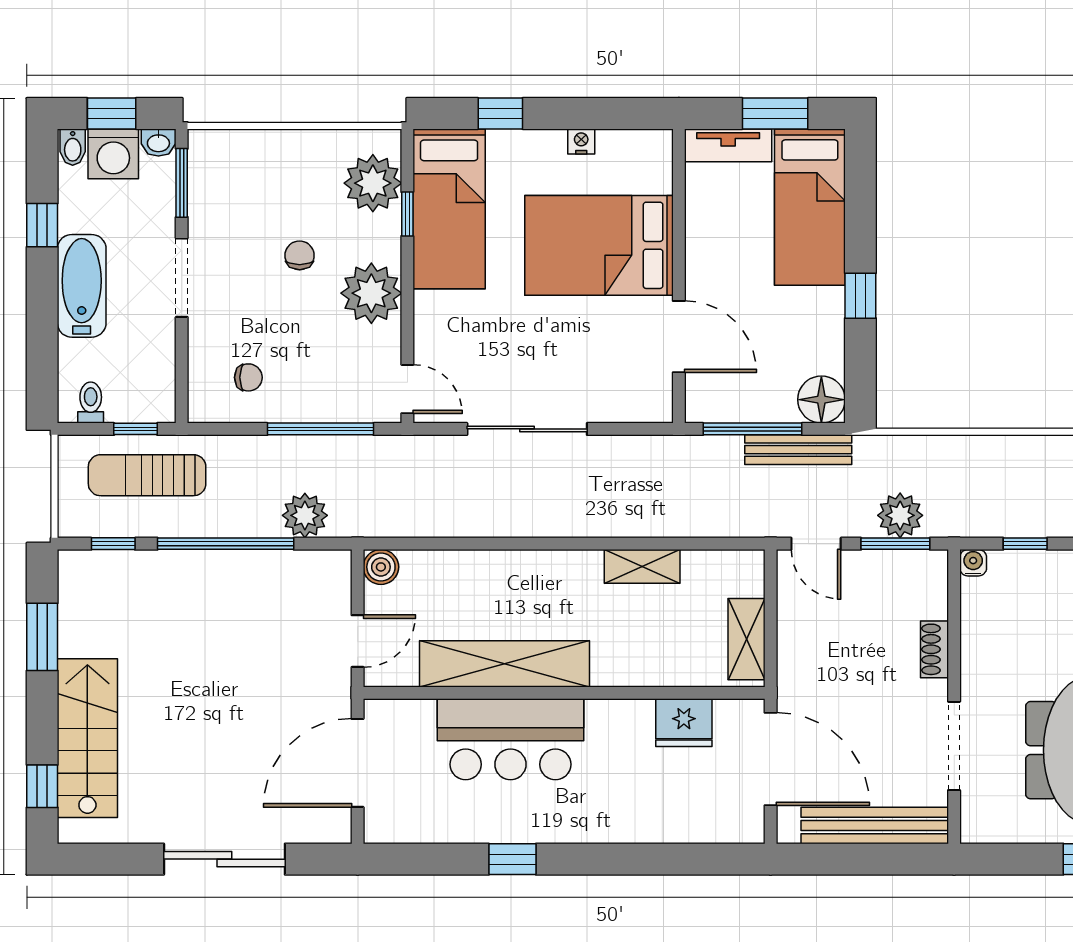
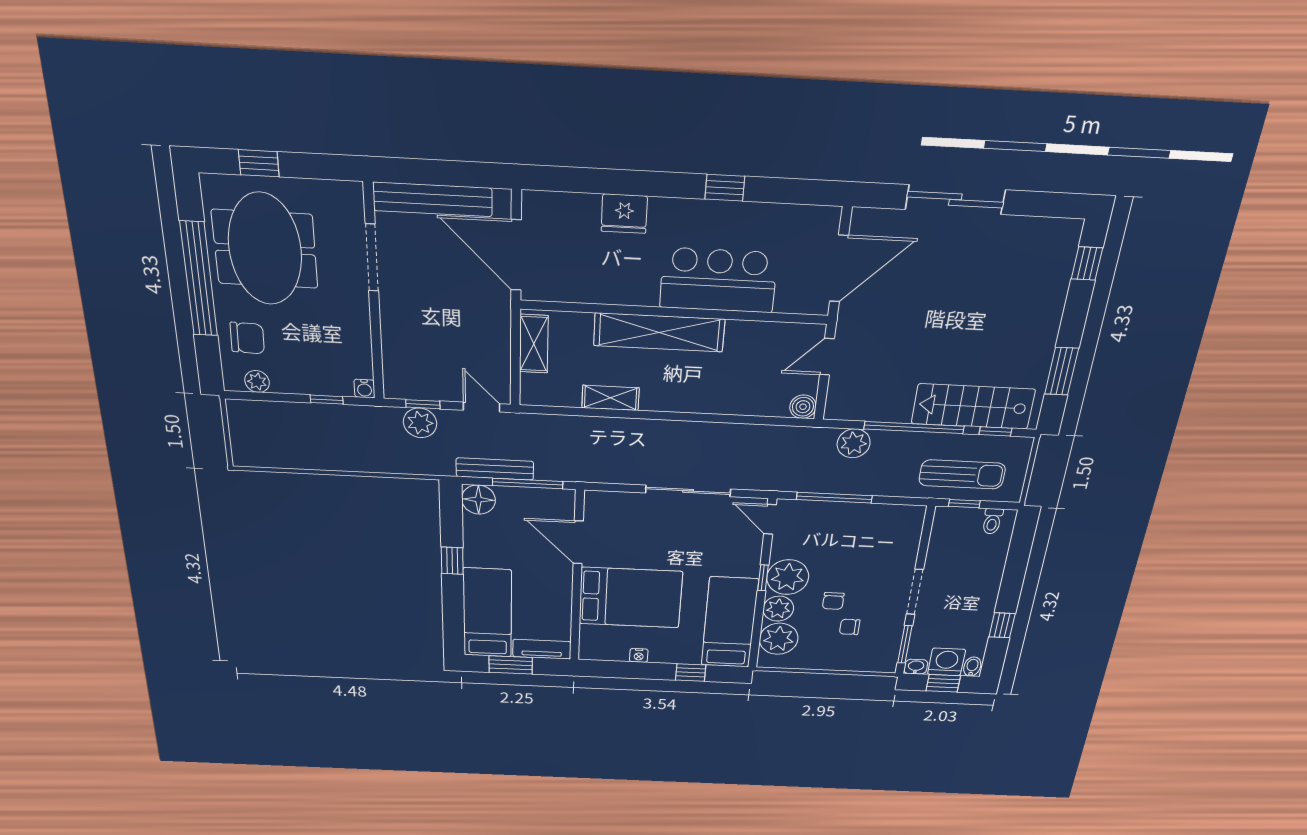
window: (407, 214) -> (763, 578), moved
plant: (379, 237) -> (778, 609), added
bathtub: (82, 286) -> (983, 590), removed
chair: (248, 377) -> (850, 627), moved
window: (895, 544) -> (423, 404), width x0.67
shoe rack: (935, 649) -> (390, 330), removed
shelving: (504, 664) -> (659, 332), moved
fridge: (684, 723) -> (624, 214), moved, turned 180
stairs: (87, 738) -> (973, 406), moved, turned 90

